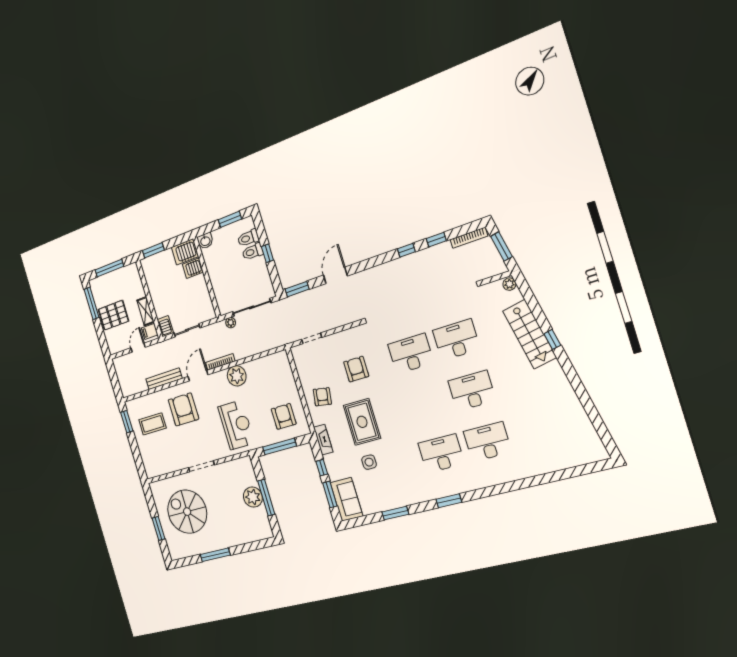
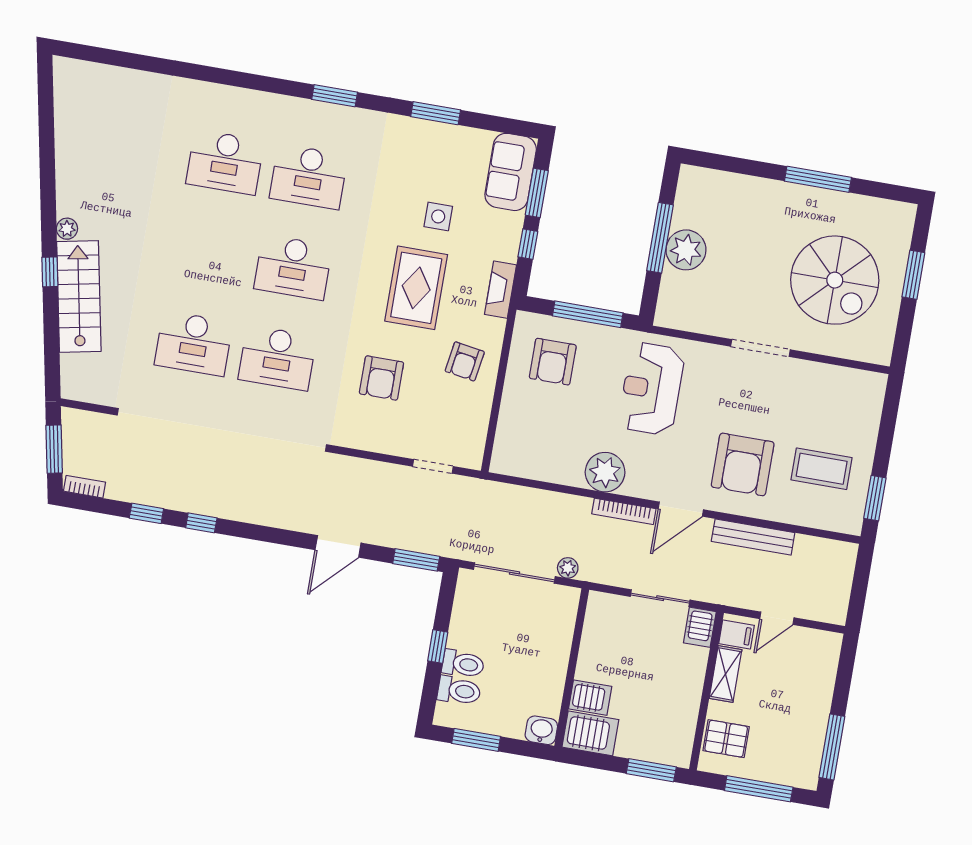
bookcase: (469, 238) -> (85, 487), width x0.64
plant: (509, 284) -> (67, 229), moved
pallet: (113, 315) -> (726, 739), moved, width x0.67, depth x0.71
desk: (472, 391) -> (293, 267), moved

